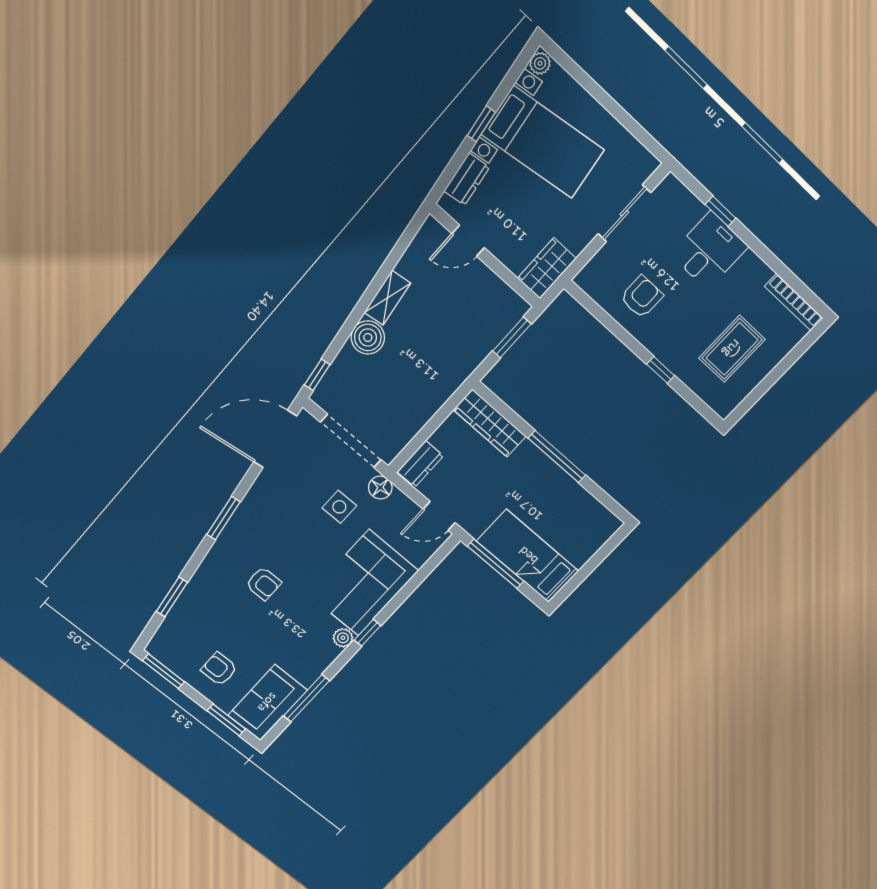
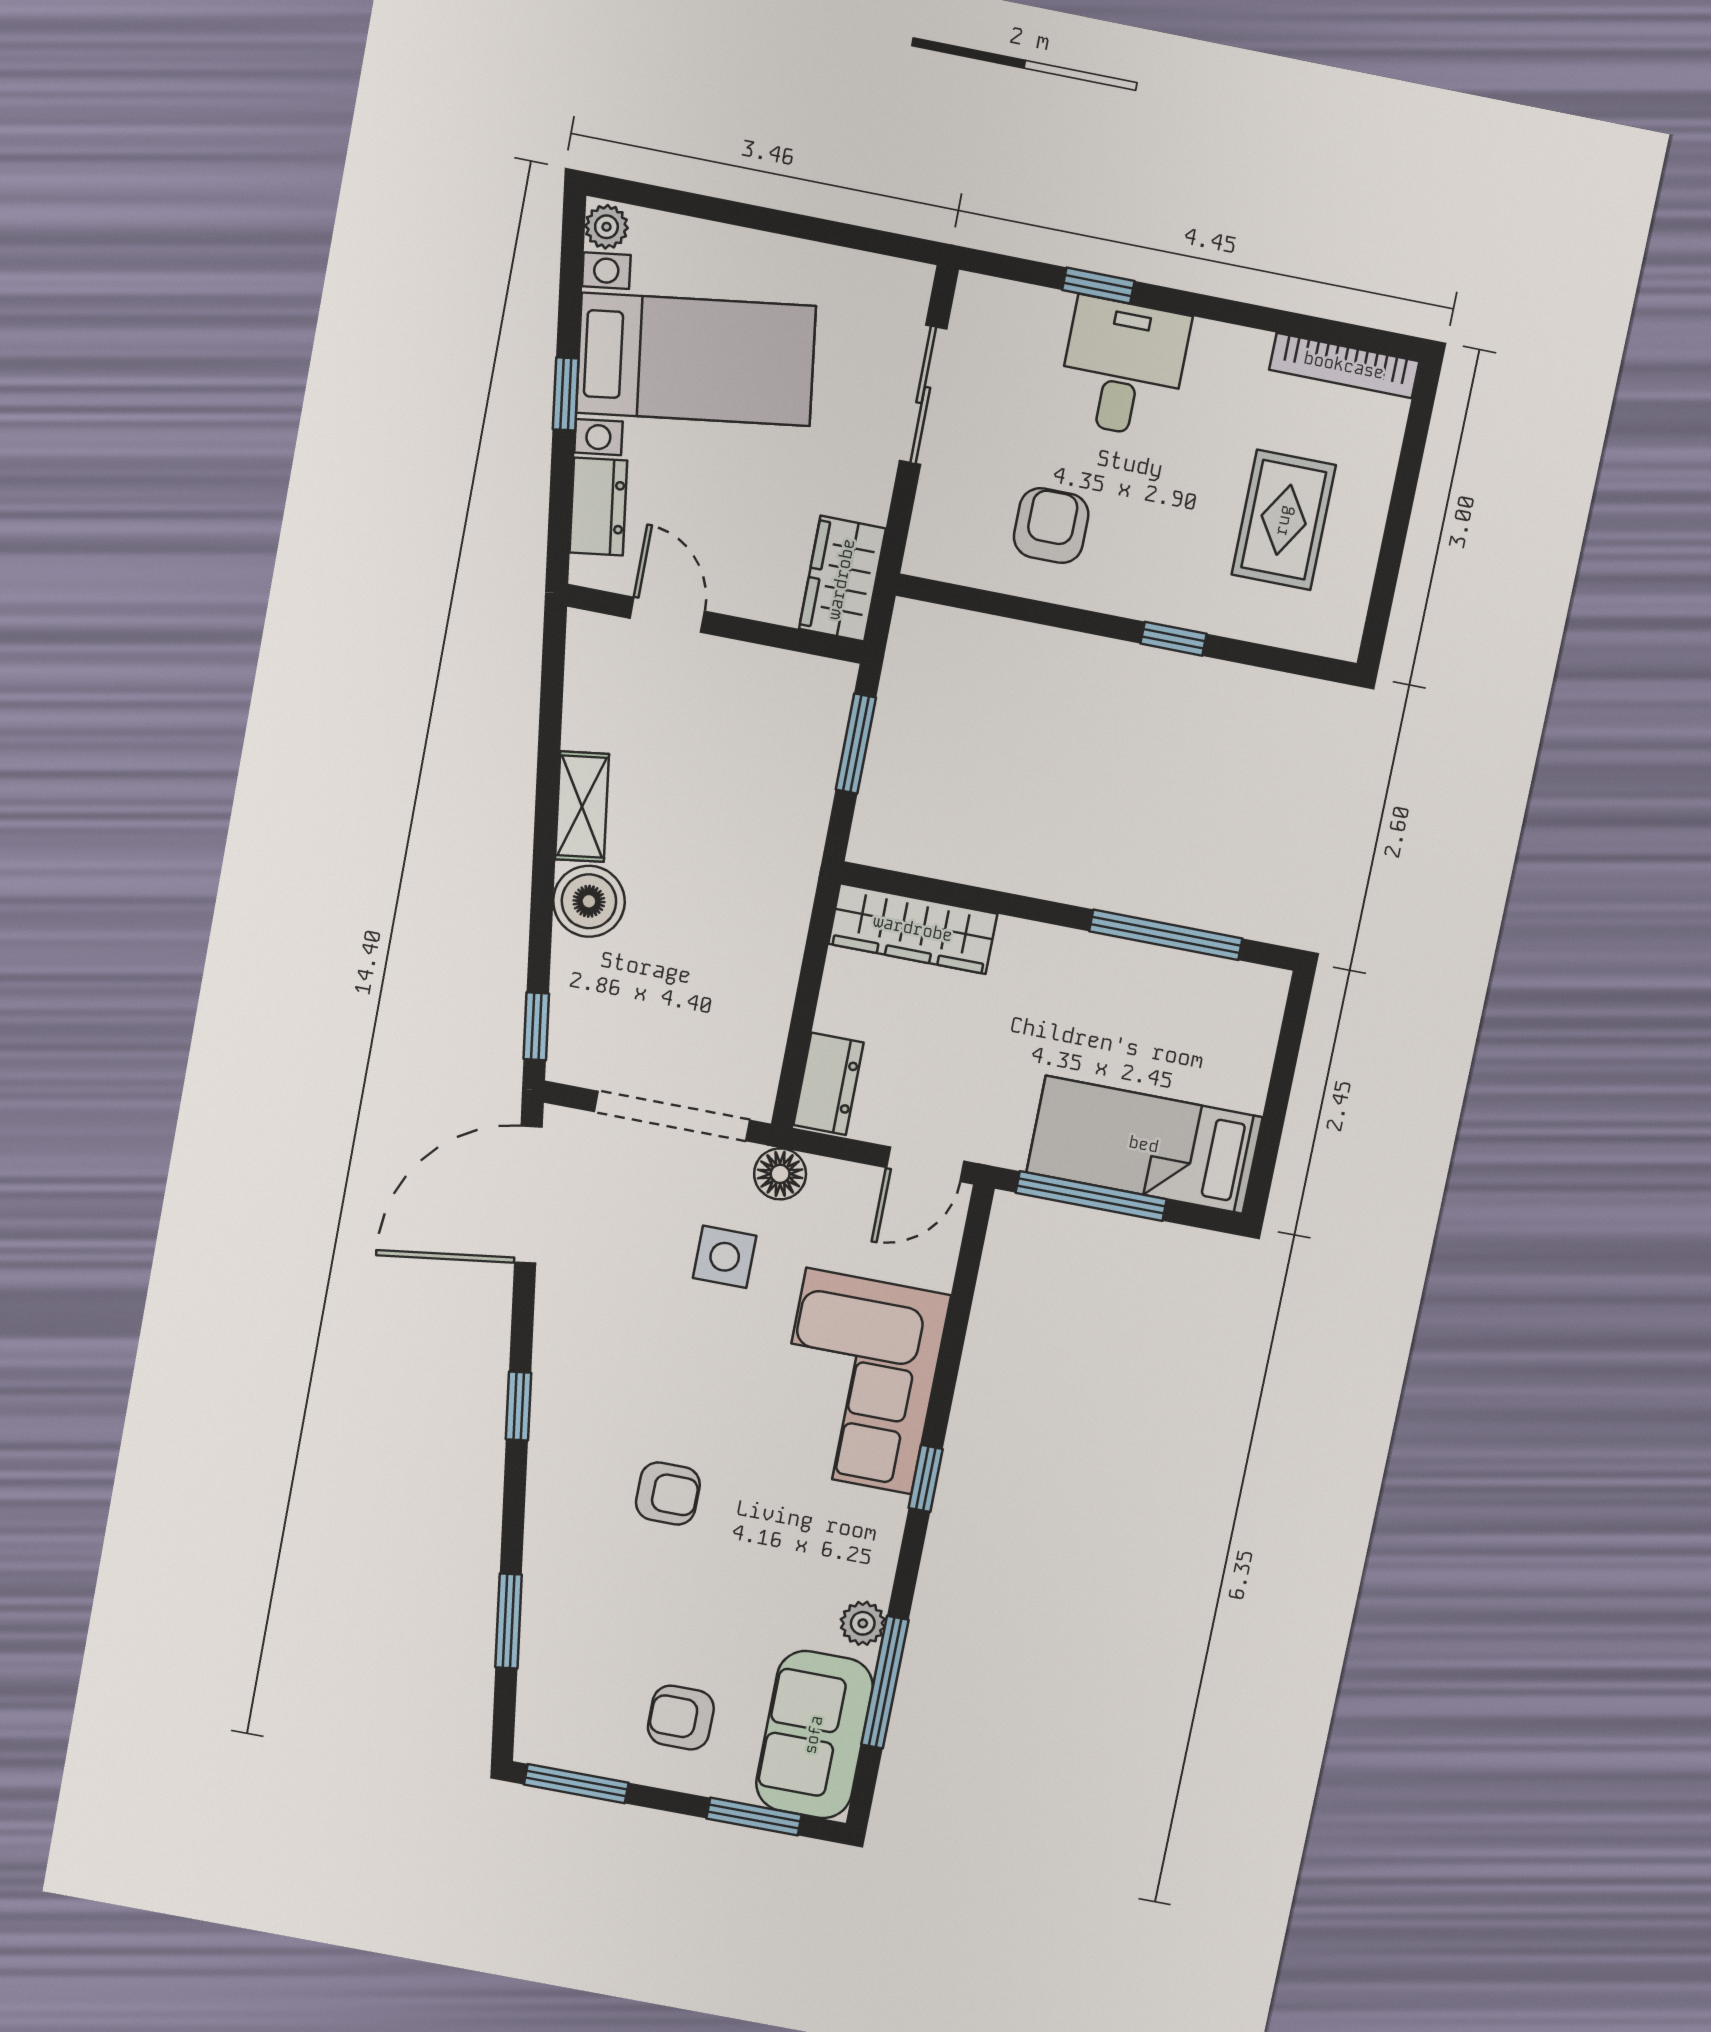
door: (468, 241) -> (667, 615), swing flipped
window: (557, 457) -> (1166, 935), moved
window: (223, 518) -> (519, 1406), width x0.67
plant: (343, 638) -> (863, 1623), moved

